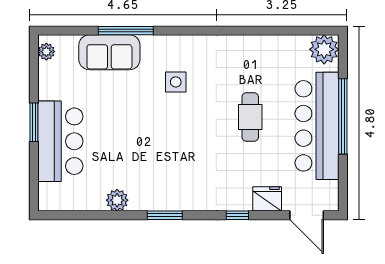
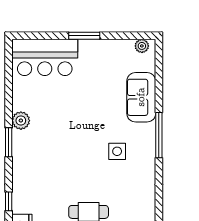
window: (126, 31) -> (159, 135), moved
bar counter: (60, 141) -> (45, 57), moved
plant: (117, 200) -> (21, 121), moved

